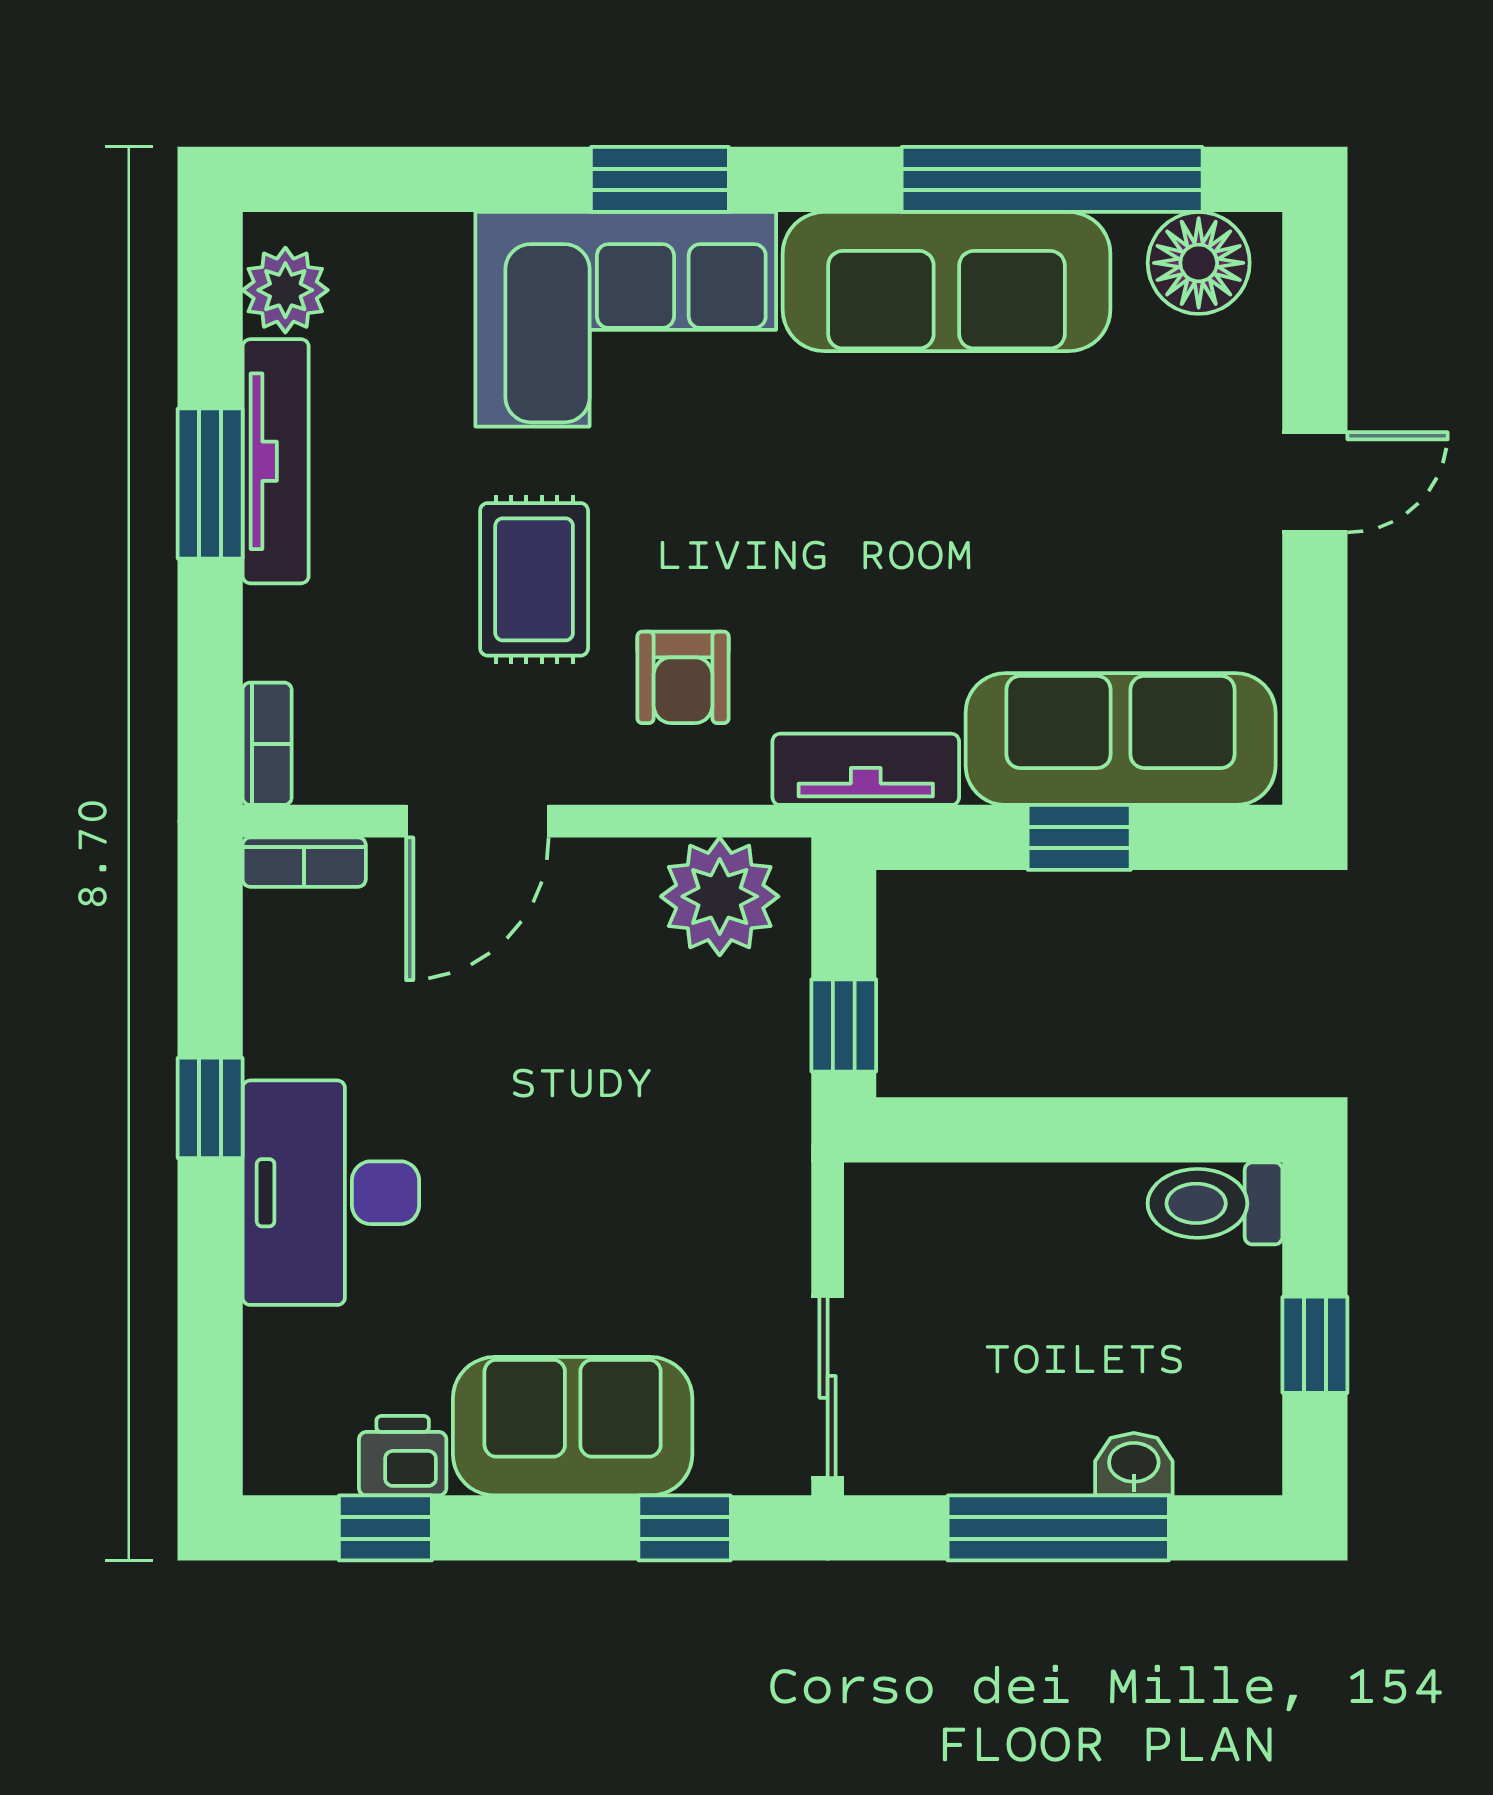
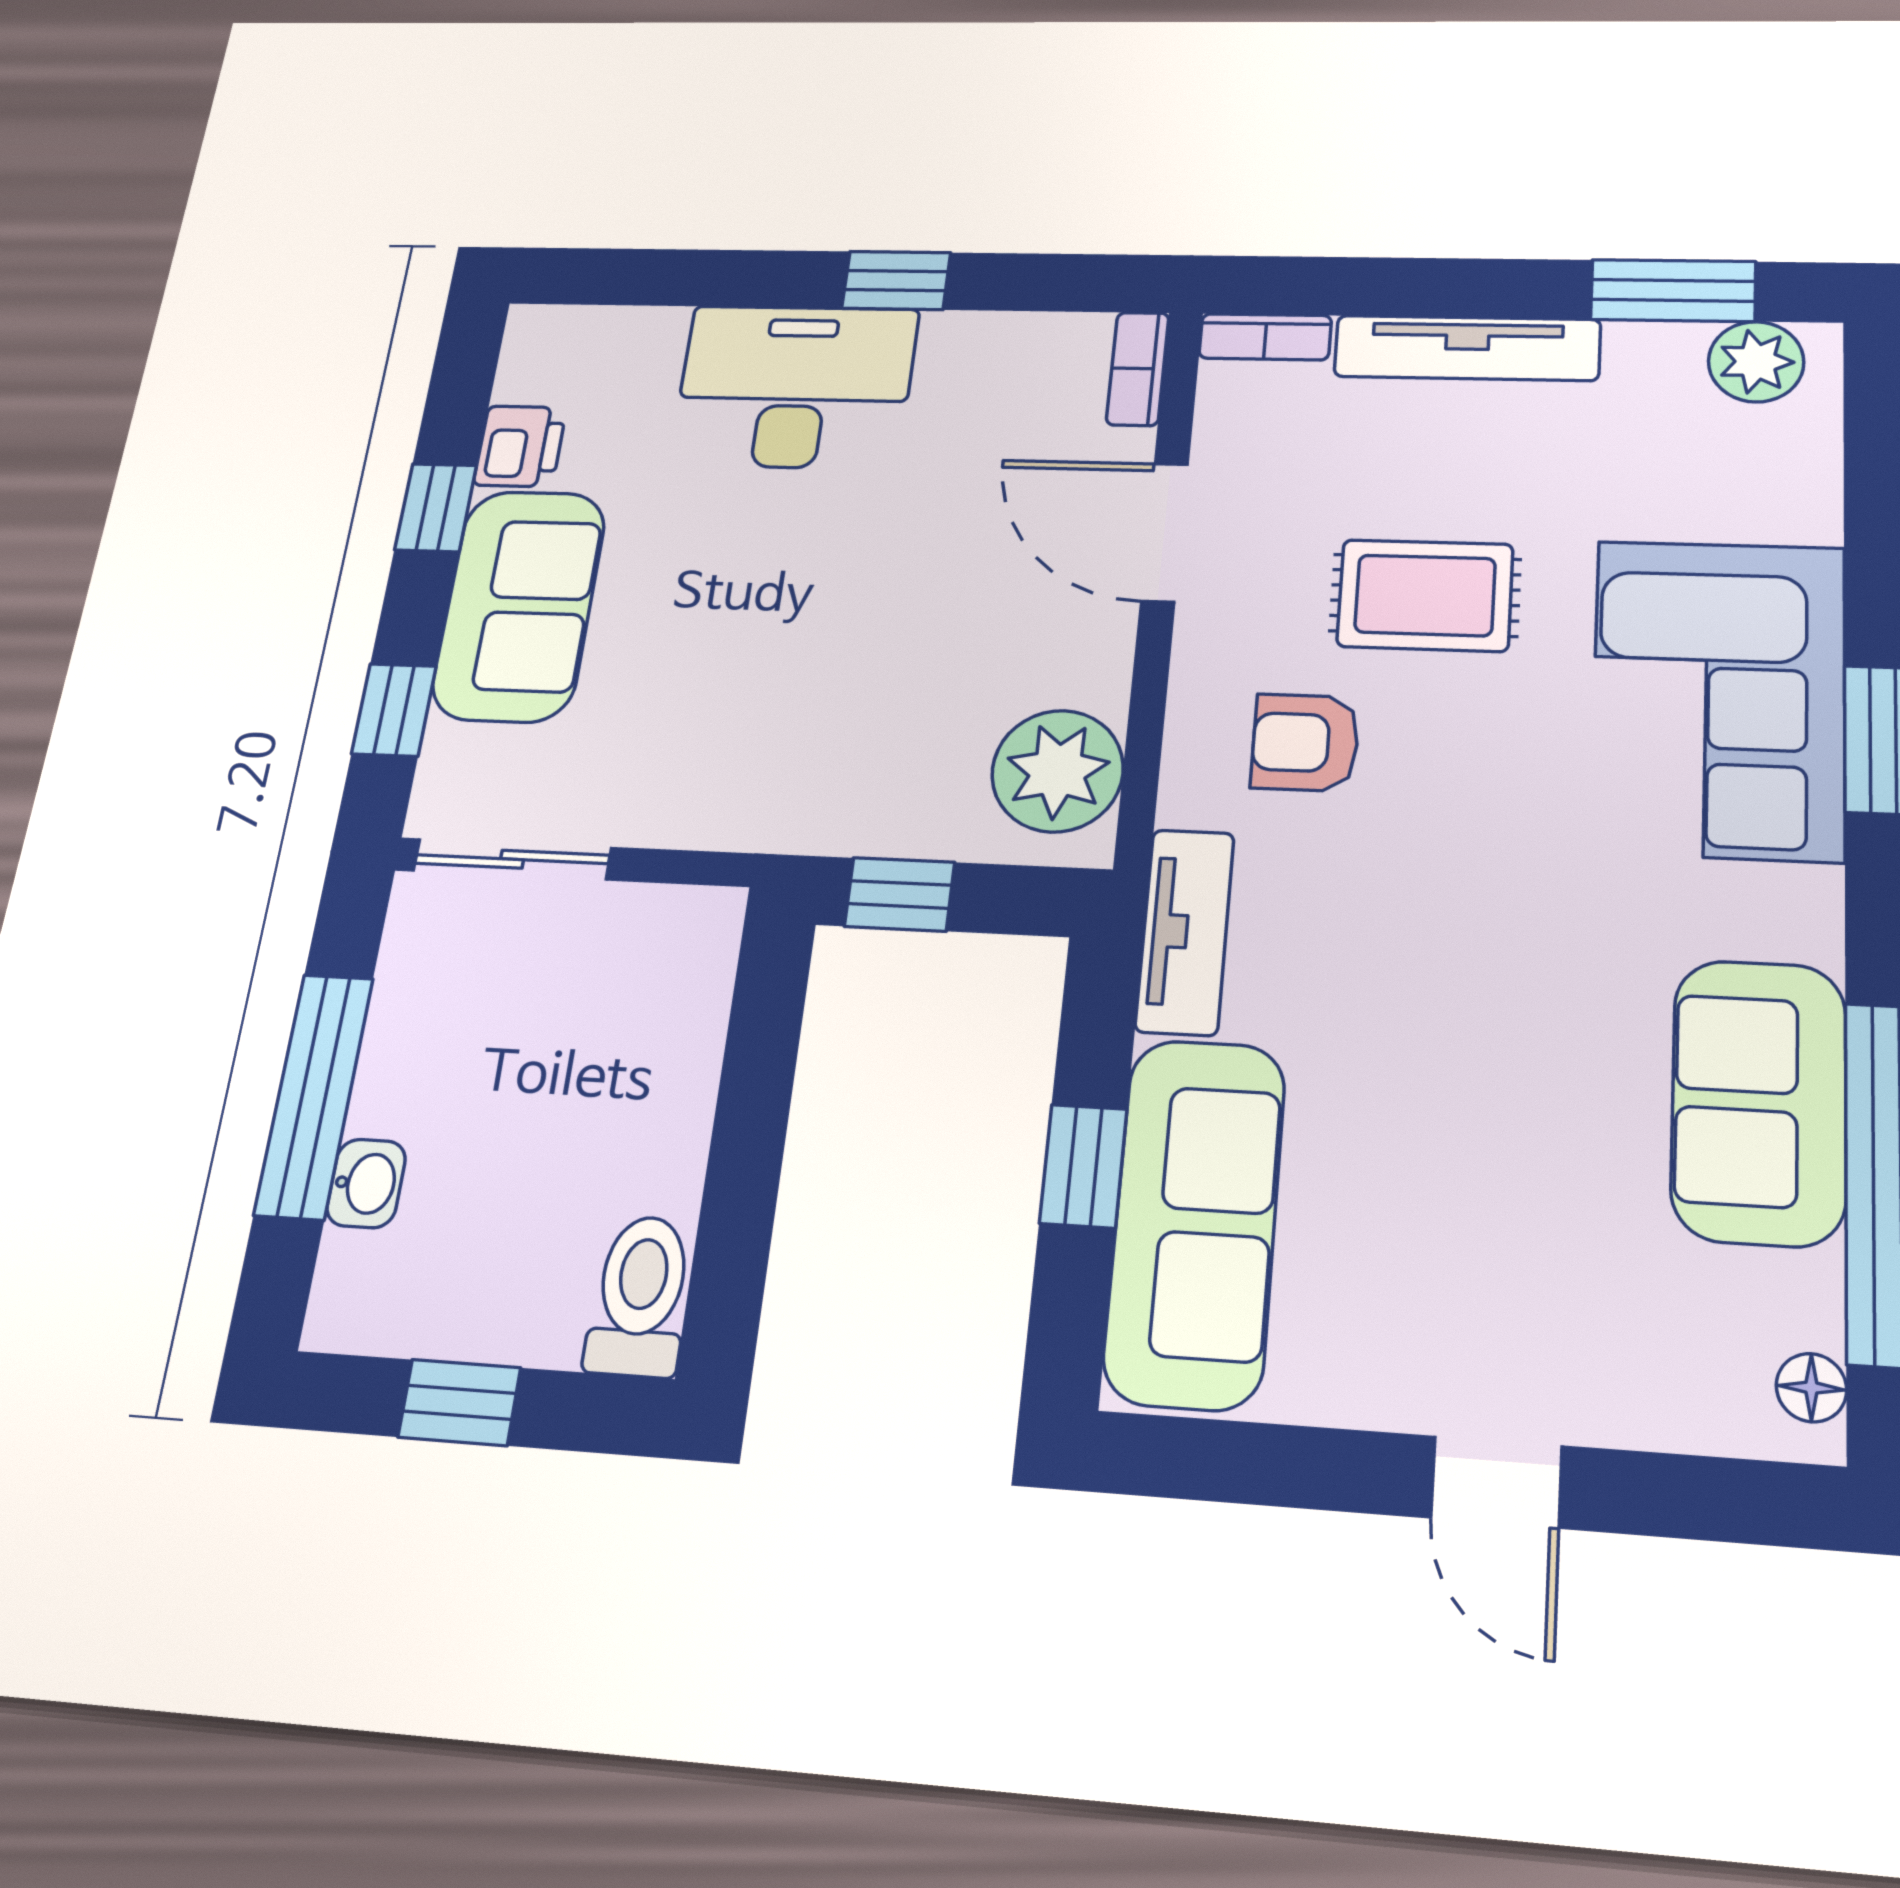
floor lamp: (1199, 263) -> (1811, 1388), width x0.53, depth x0.53
sofa: (946, 282) -> (1759, 1101), width x0.73
tv unit: (276, 461) -> (1467, 348), moved
window: (210, 484) -> (1673, 290), moved
window: (385, 1528) -> (436, 508), moved

